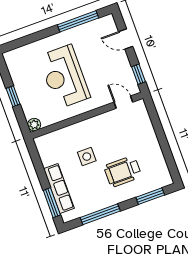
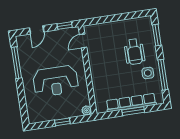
side table: (87, 157) -> (148, 73), moved
row of seats: (59, 188) -> (131, 103), width x1.36
window: (52, 203) -> (133, 111), moved

